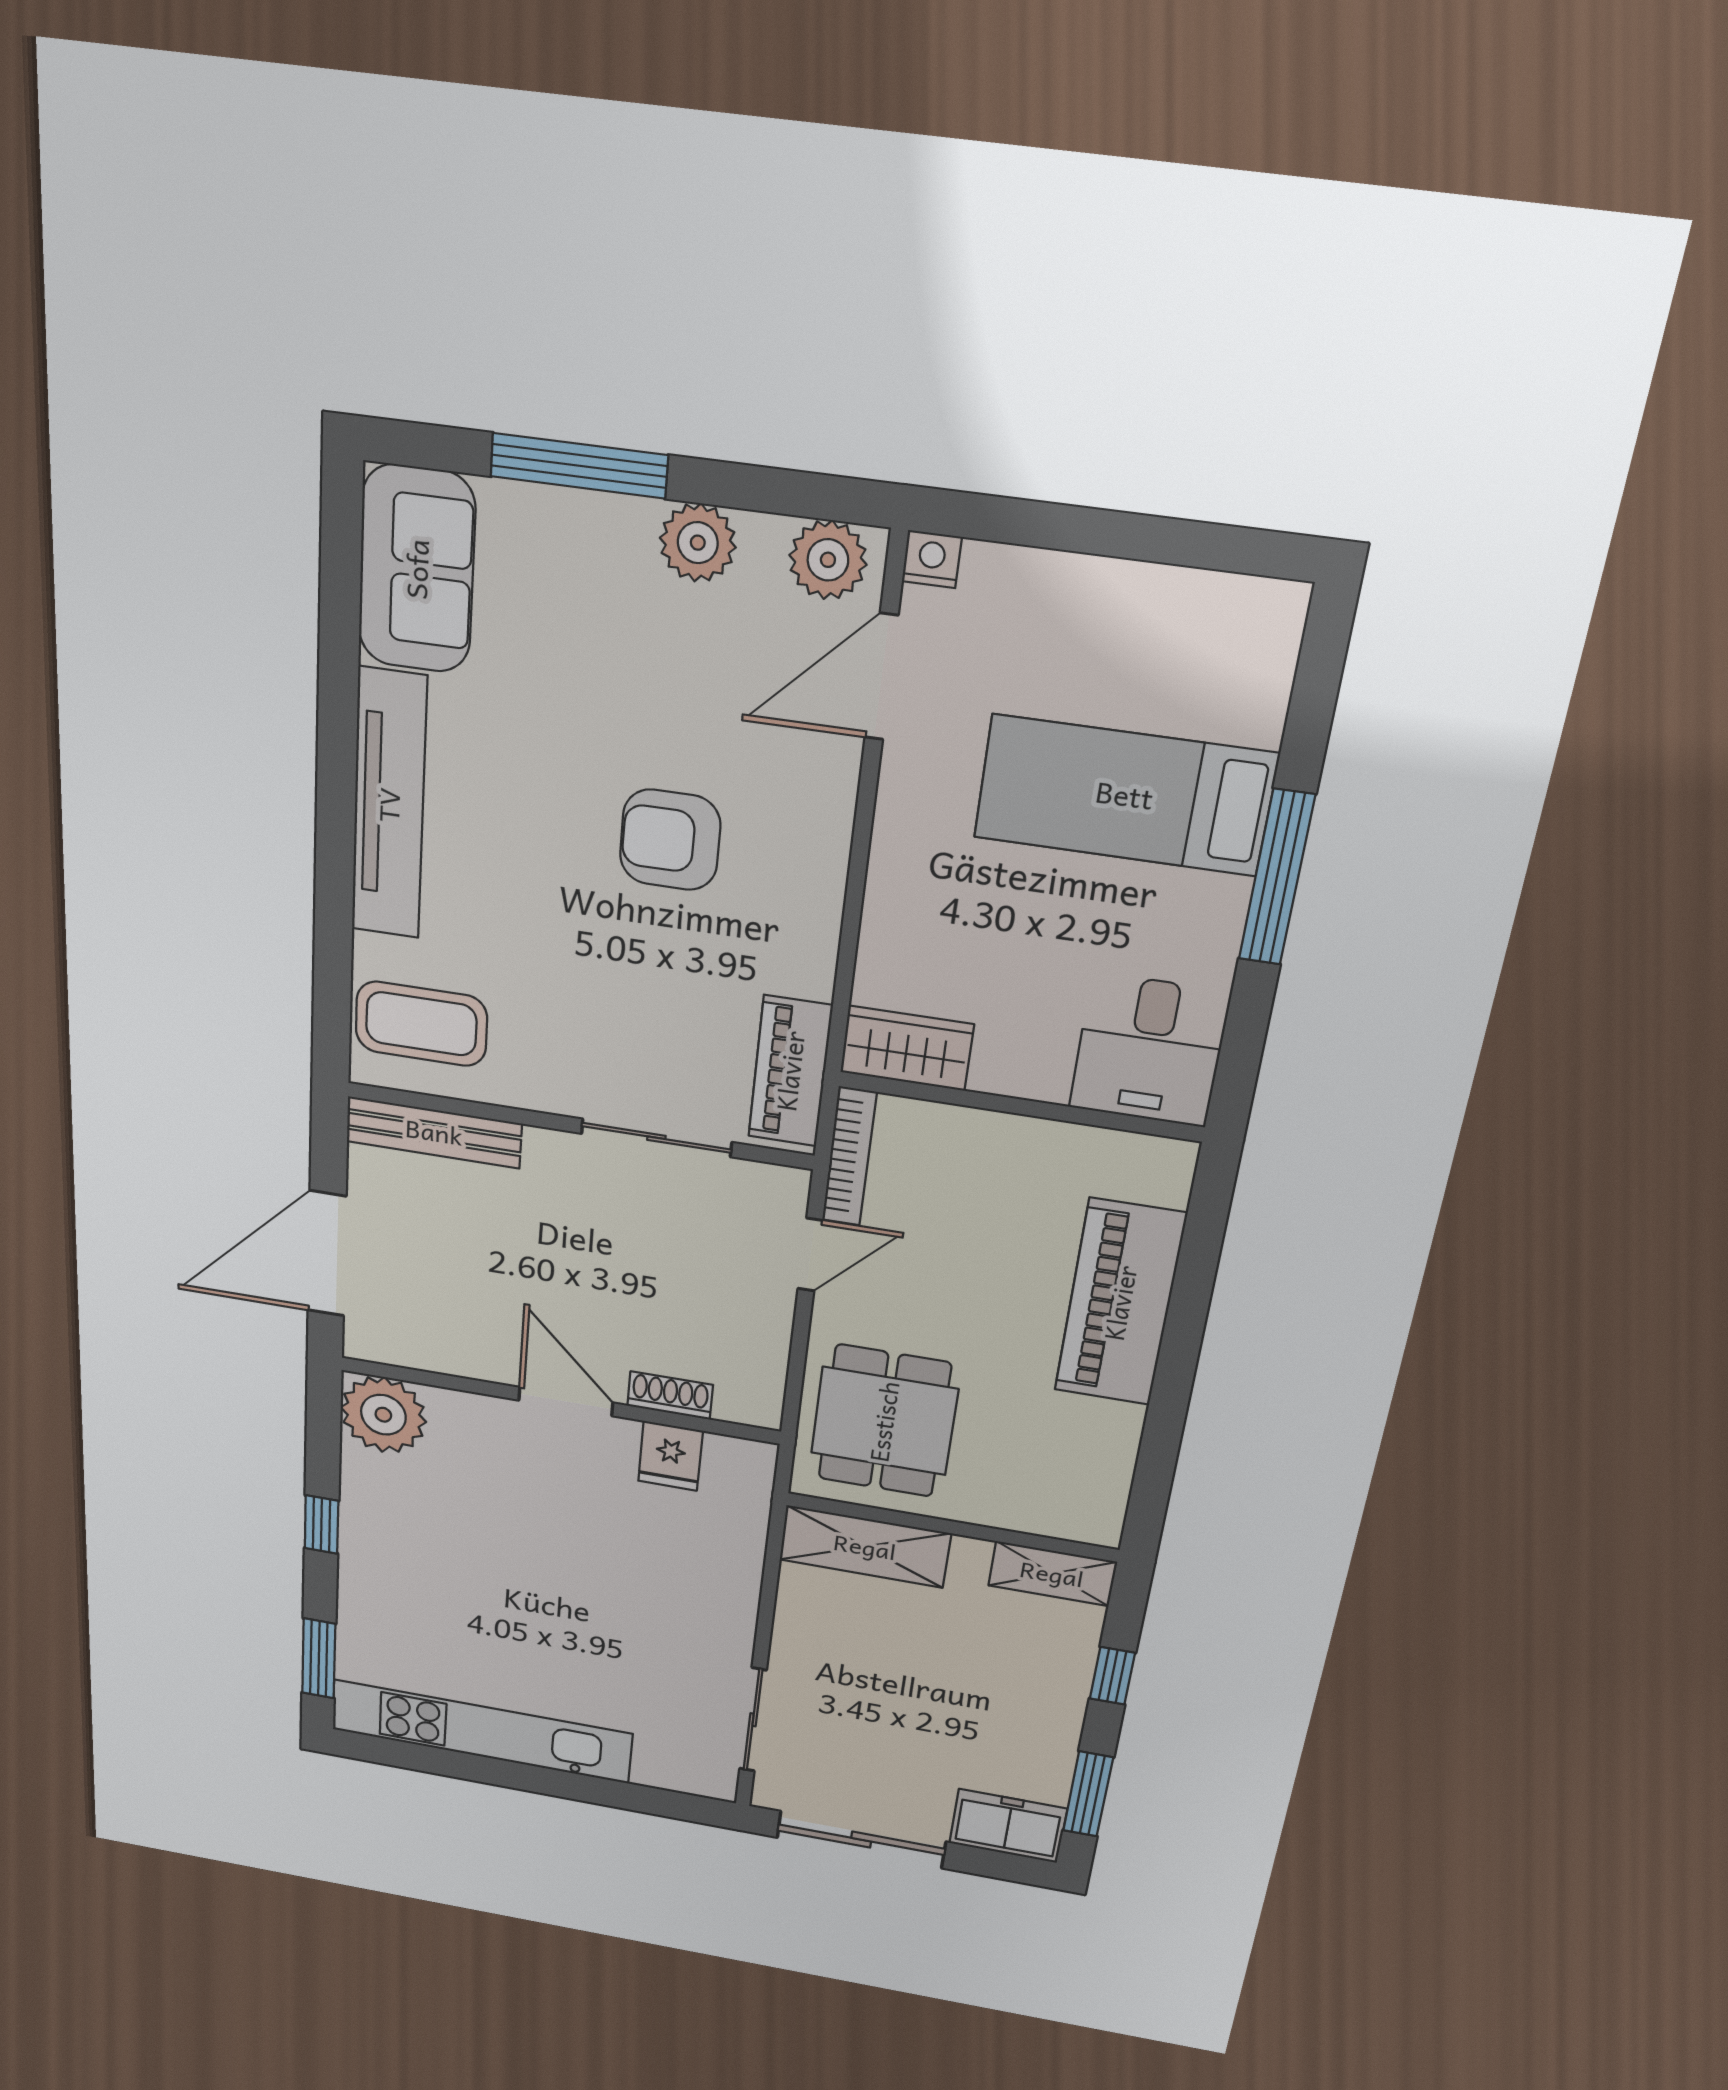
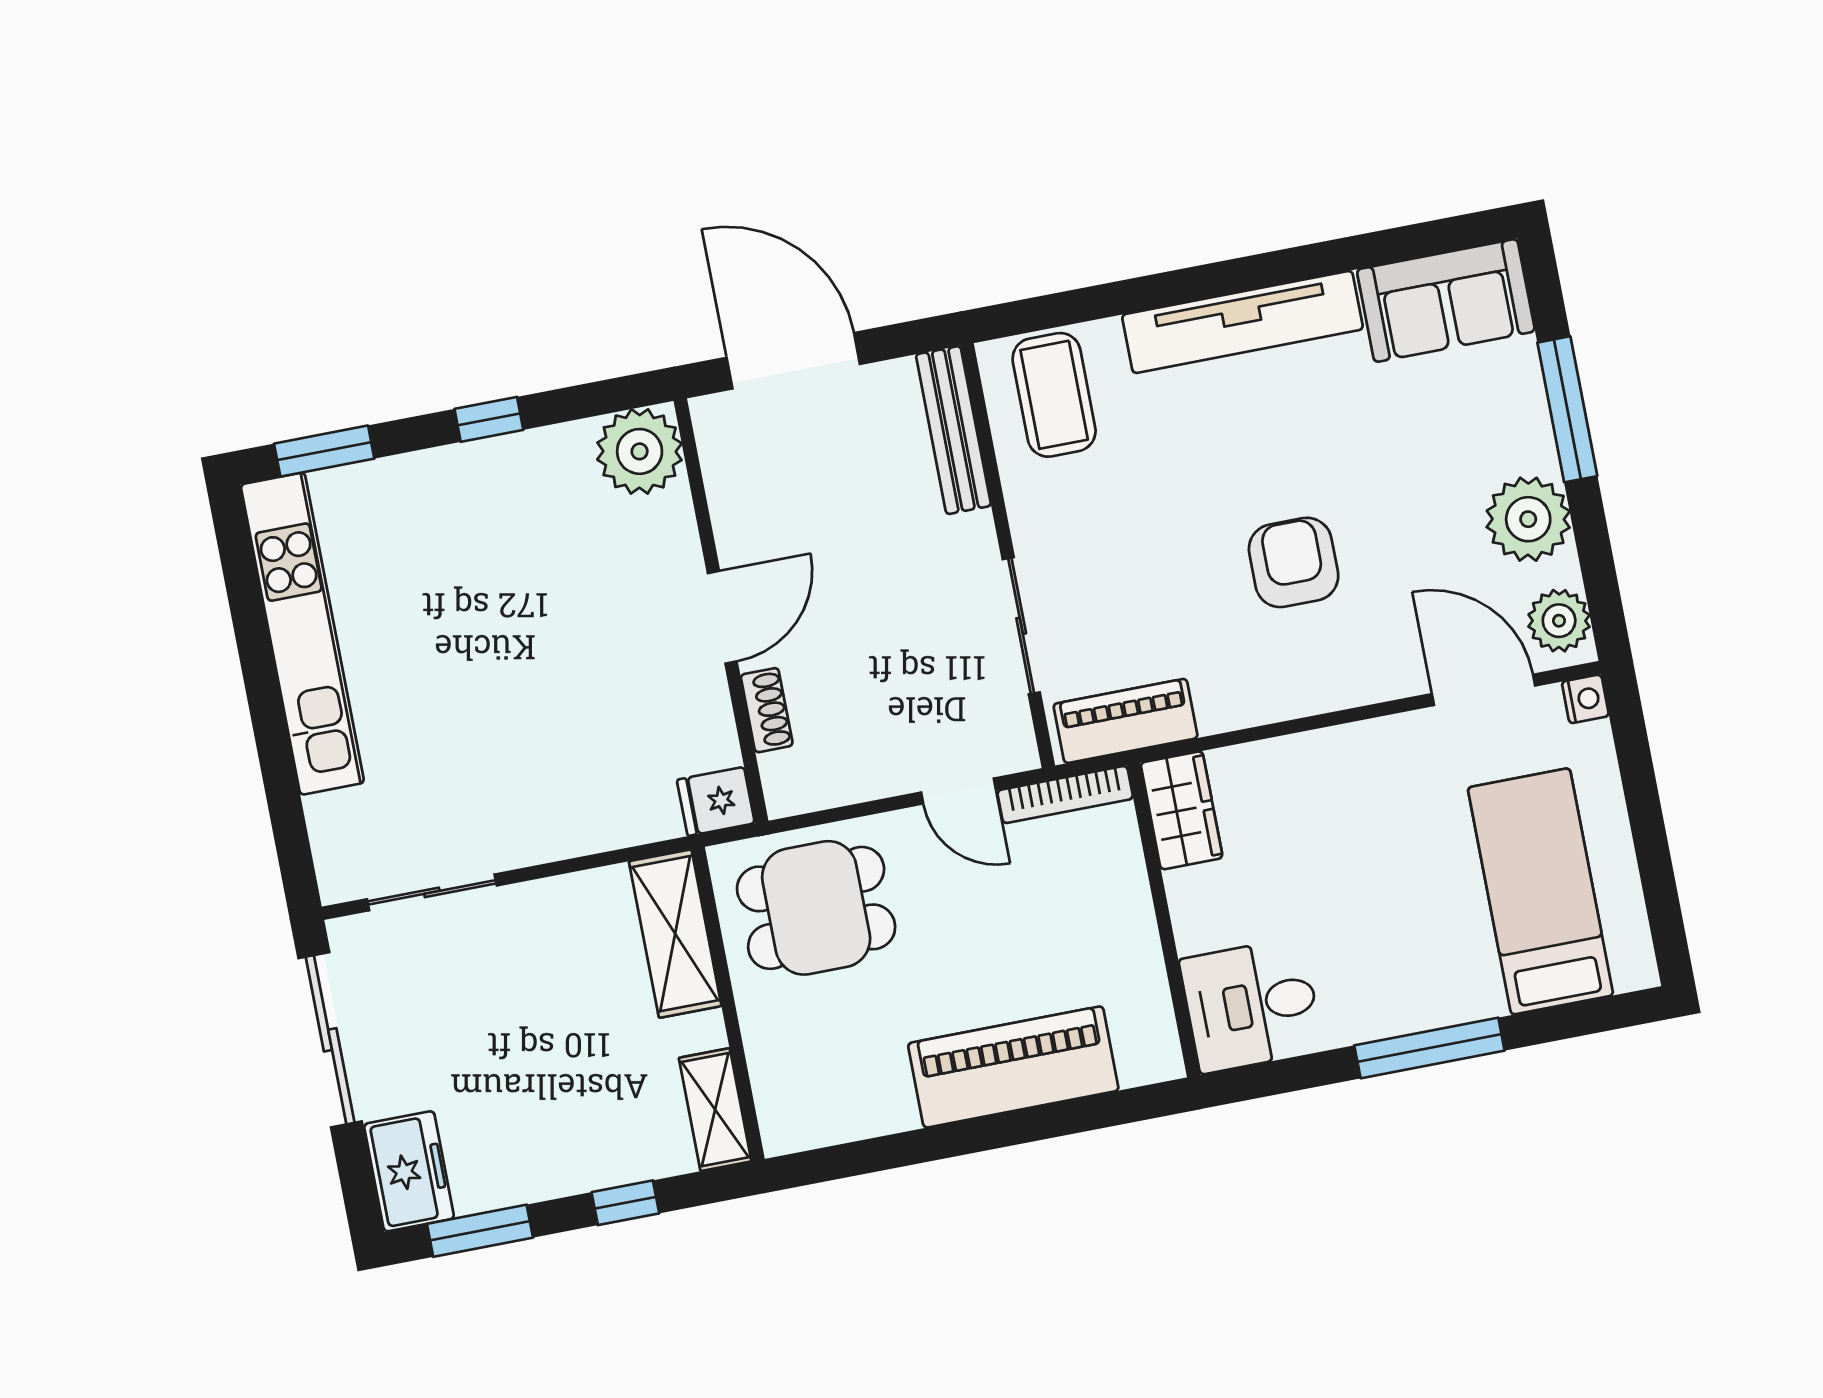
plant: (698, 543) -> (1528, 519), width x1.36, depth x1.36
bed: (1125, 795) -> (1540, 891), moved
fridge: (670, 1456) -> (716, 801), moved

